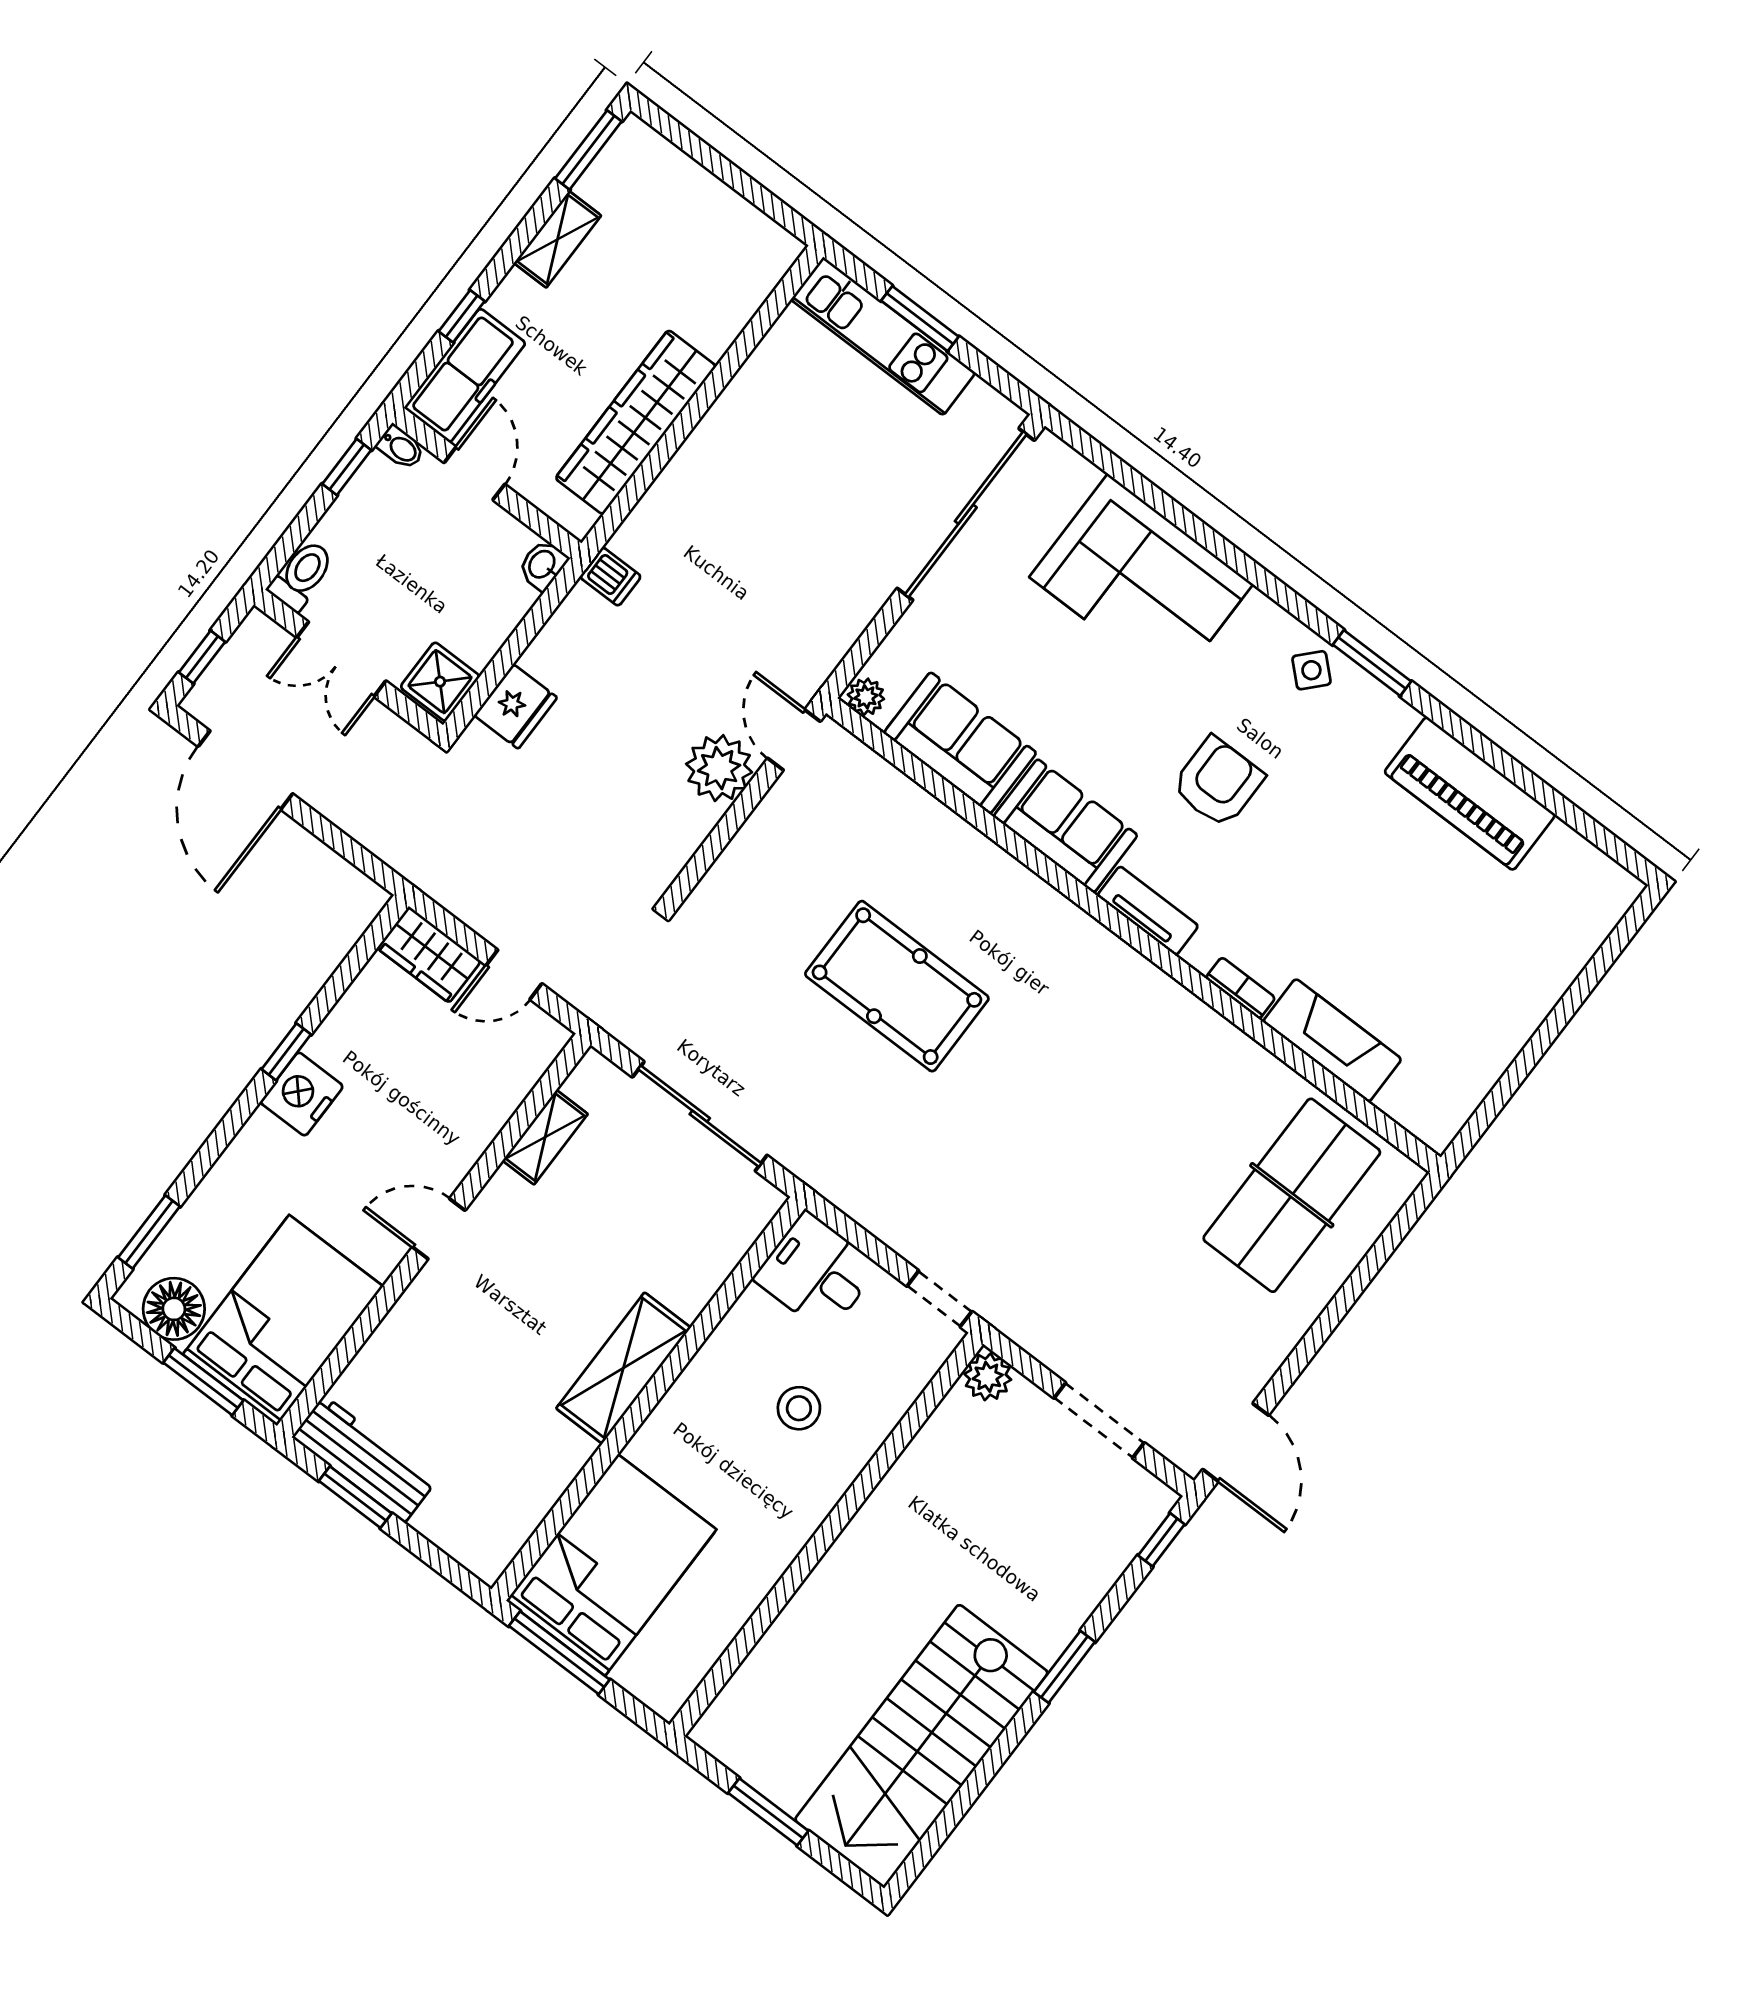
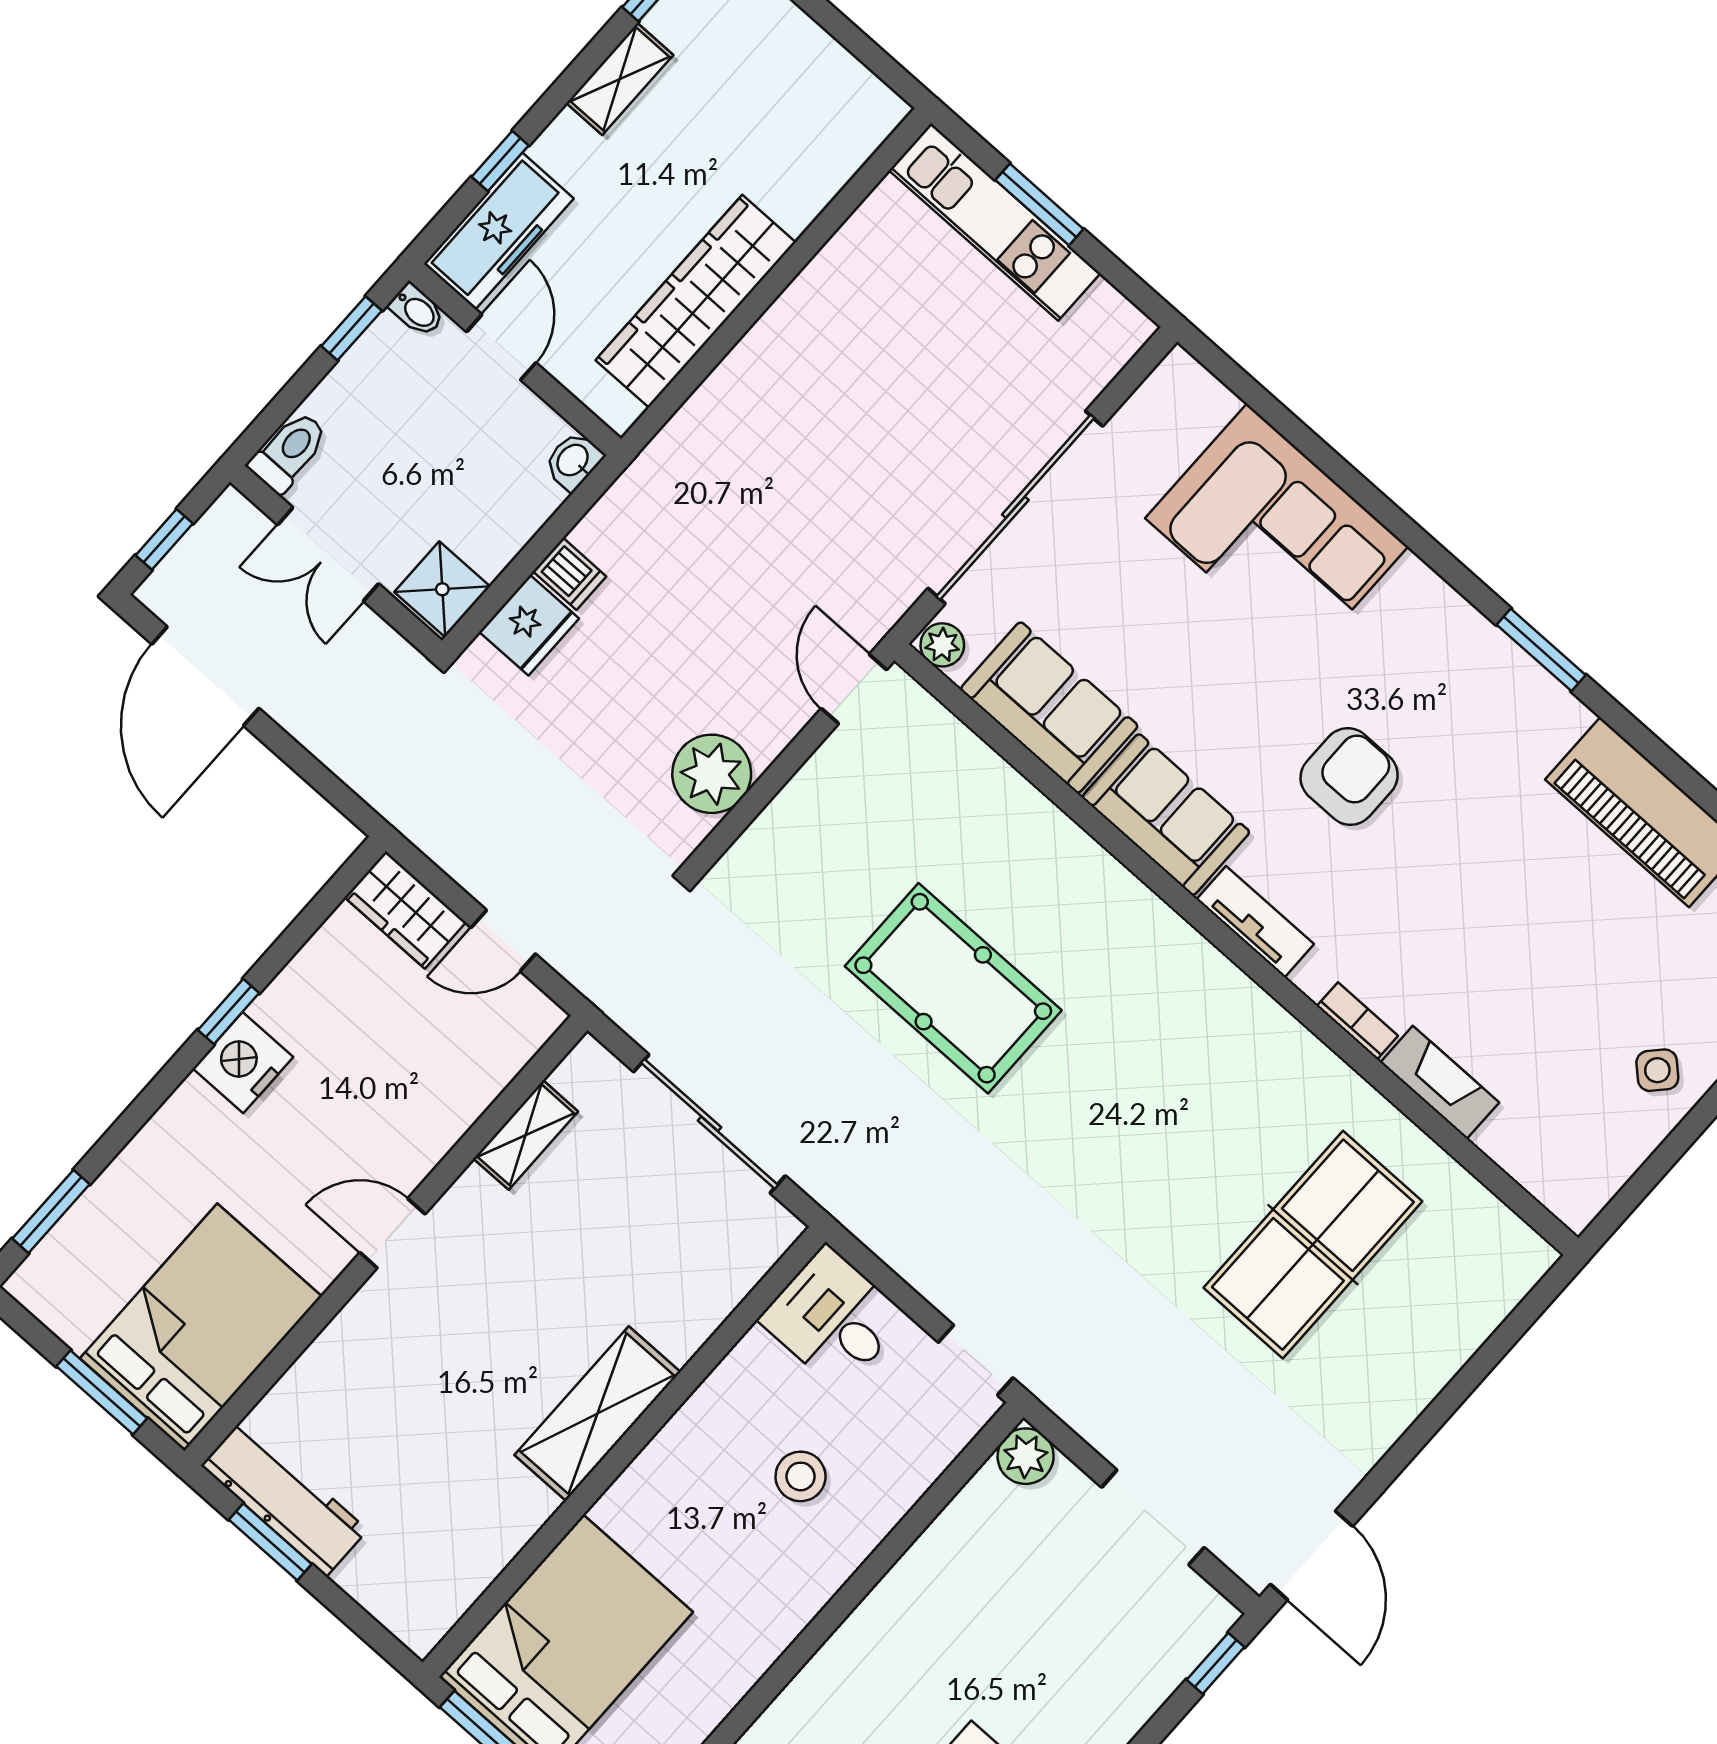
sliding door: (966, 514) -> (1015, 507), moved
dishwasher: (610, 577) -> (570, 574), moved
side table: (1311, 670) -> (1657, 1070), moved
plant: (719, 768) -> (712, 774), moved
fireplace: (1332, 1040) -> (1440, 1082), width x0.73, depth x0.76
table tennis table: (1292, 1195) -> (1313, 1245), moved
floor lamp: (174, 1309) -> (73, 1304), removed

